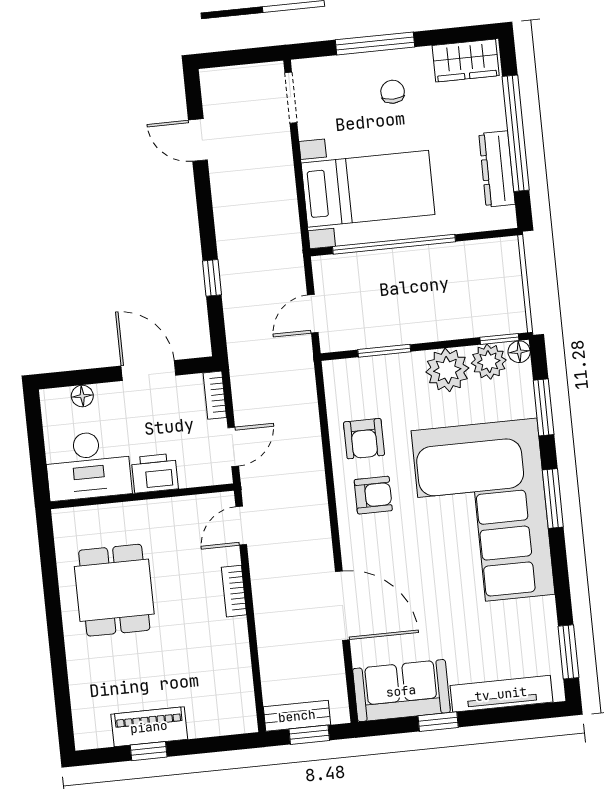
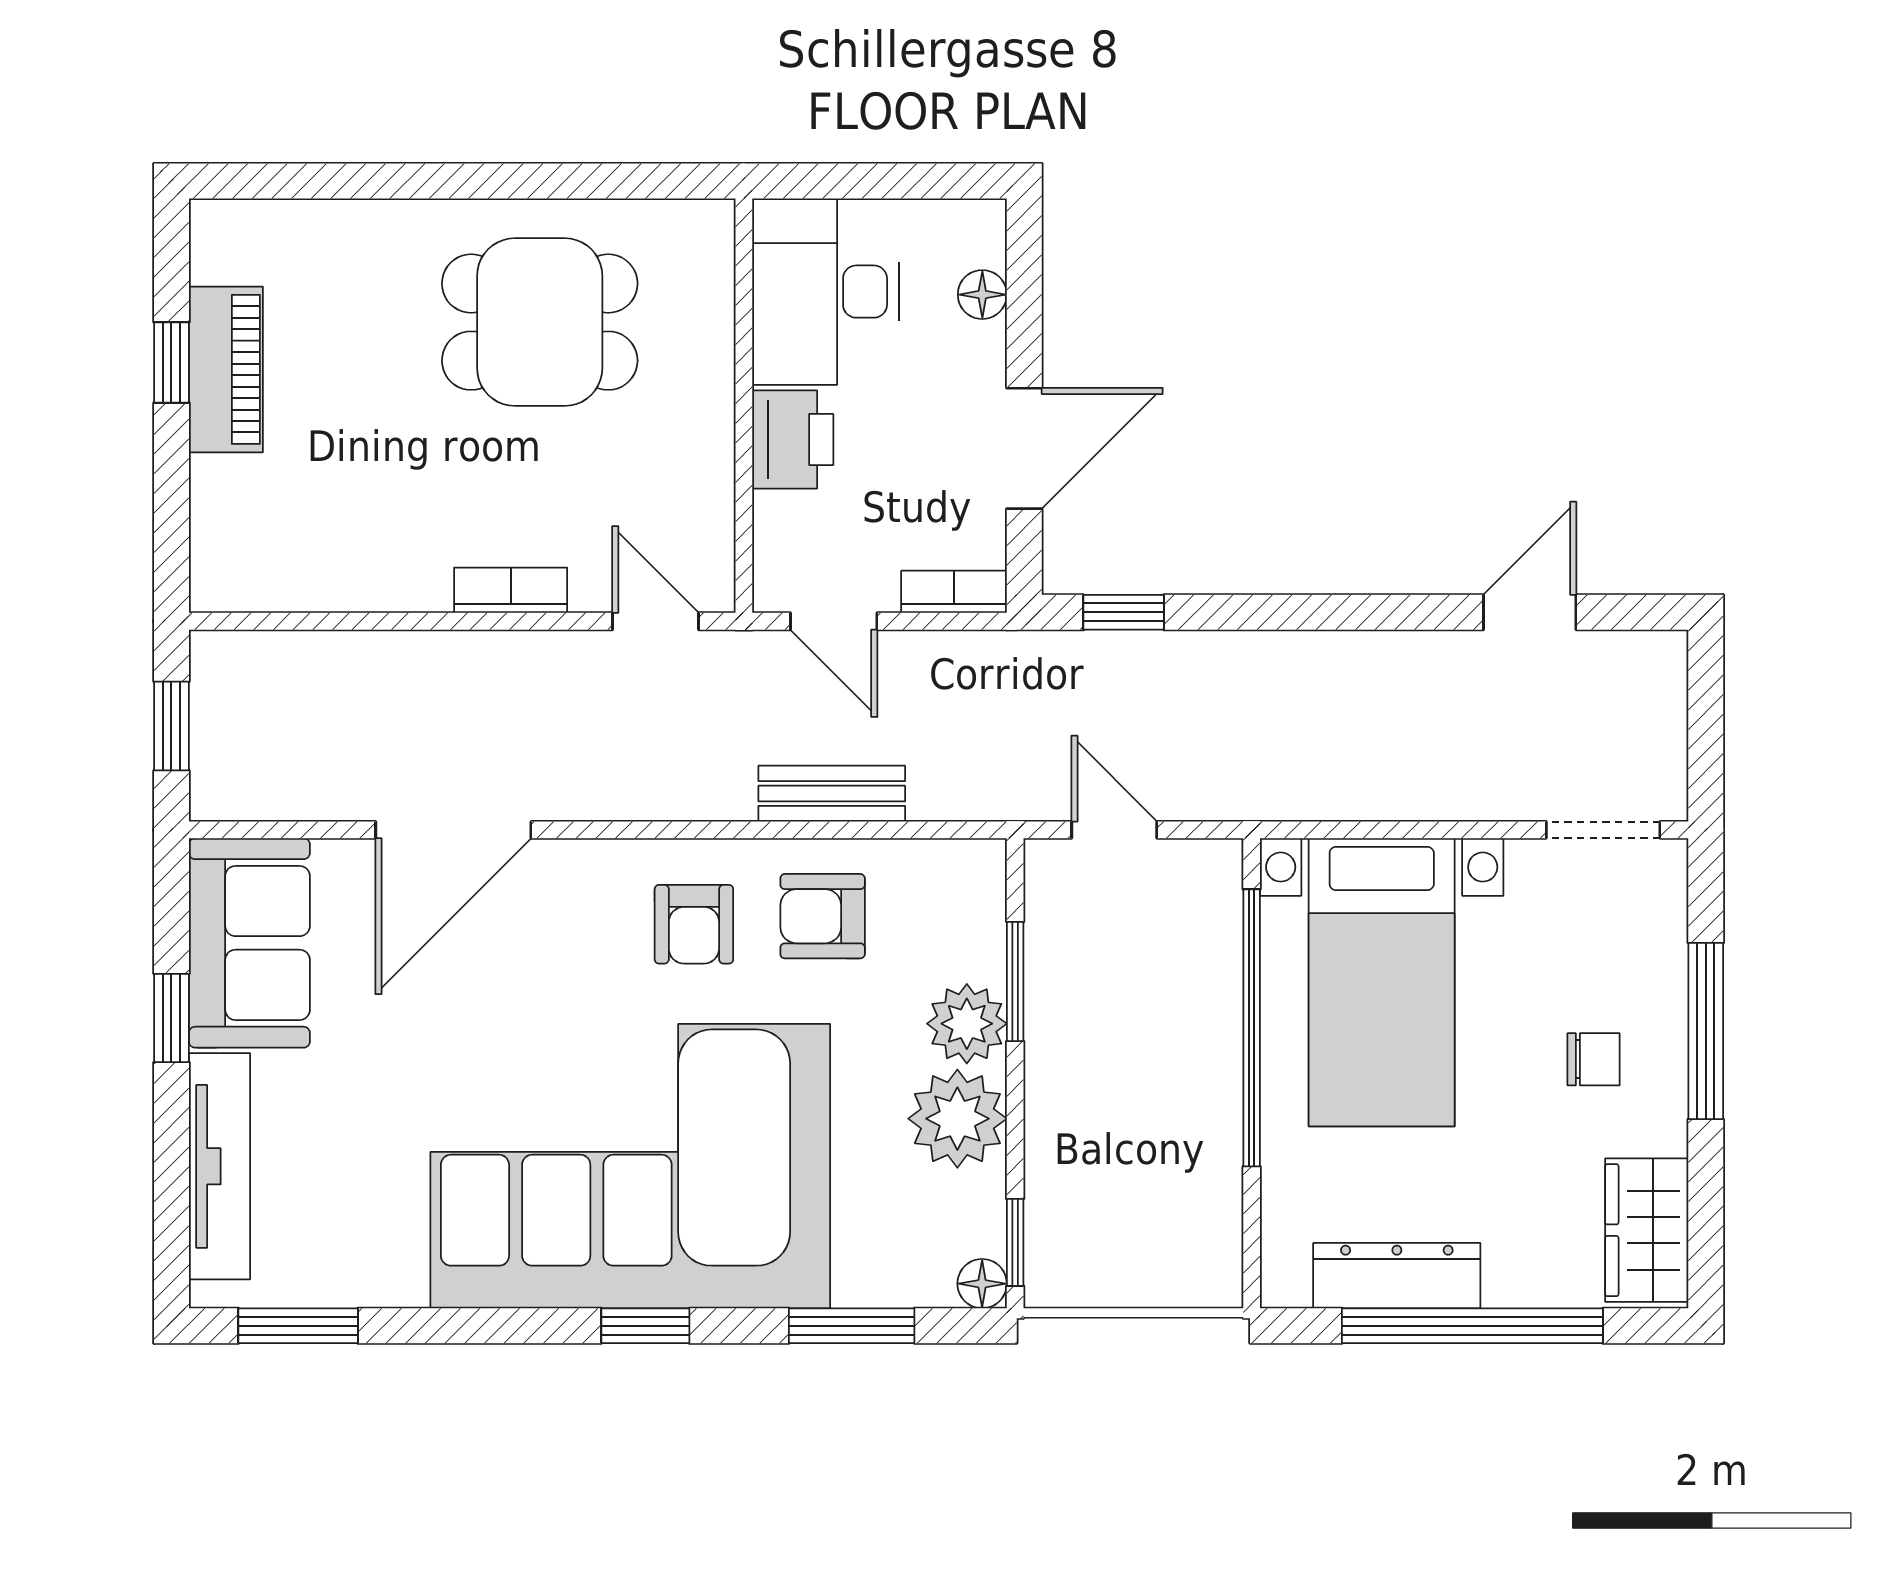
window: (212, 278) -> (1124, 612), moved
plant: (489, 362) -> (967, 1024), moved
window: (553, 499) -> (645, 1326), width x0.67
bench: (297, 716) -> (832, 794), moved, turned 90

